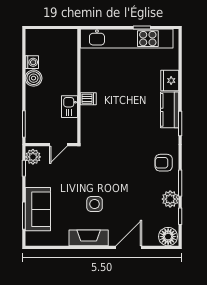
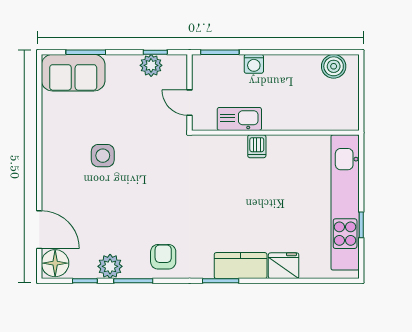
washing machine: (32, 62) -> (254, 64), moved
boiler: (34, 78) -> (334, 66), moved
kitchen sink: (69, 107) -> (239, 119), width x1.38
plant: (33, 157) -> (151, 65), moved
sofa: (38, 209) -> (73, 73), moved
fireplace: (89, 238) -> (53, 147), removed
door: (129, 247) -> (39, 230), moved

